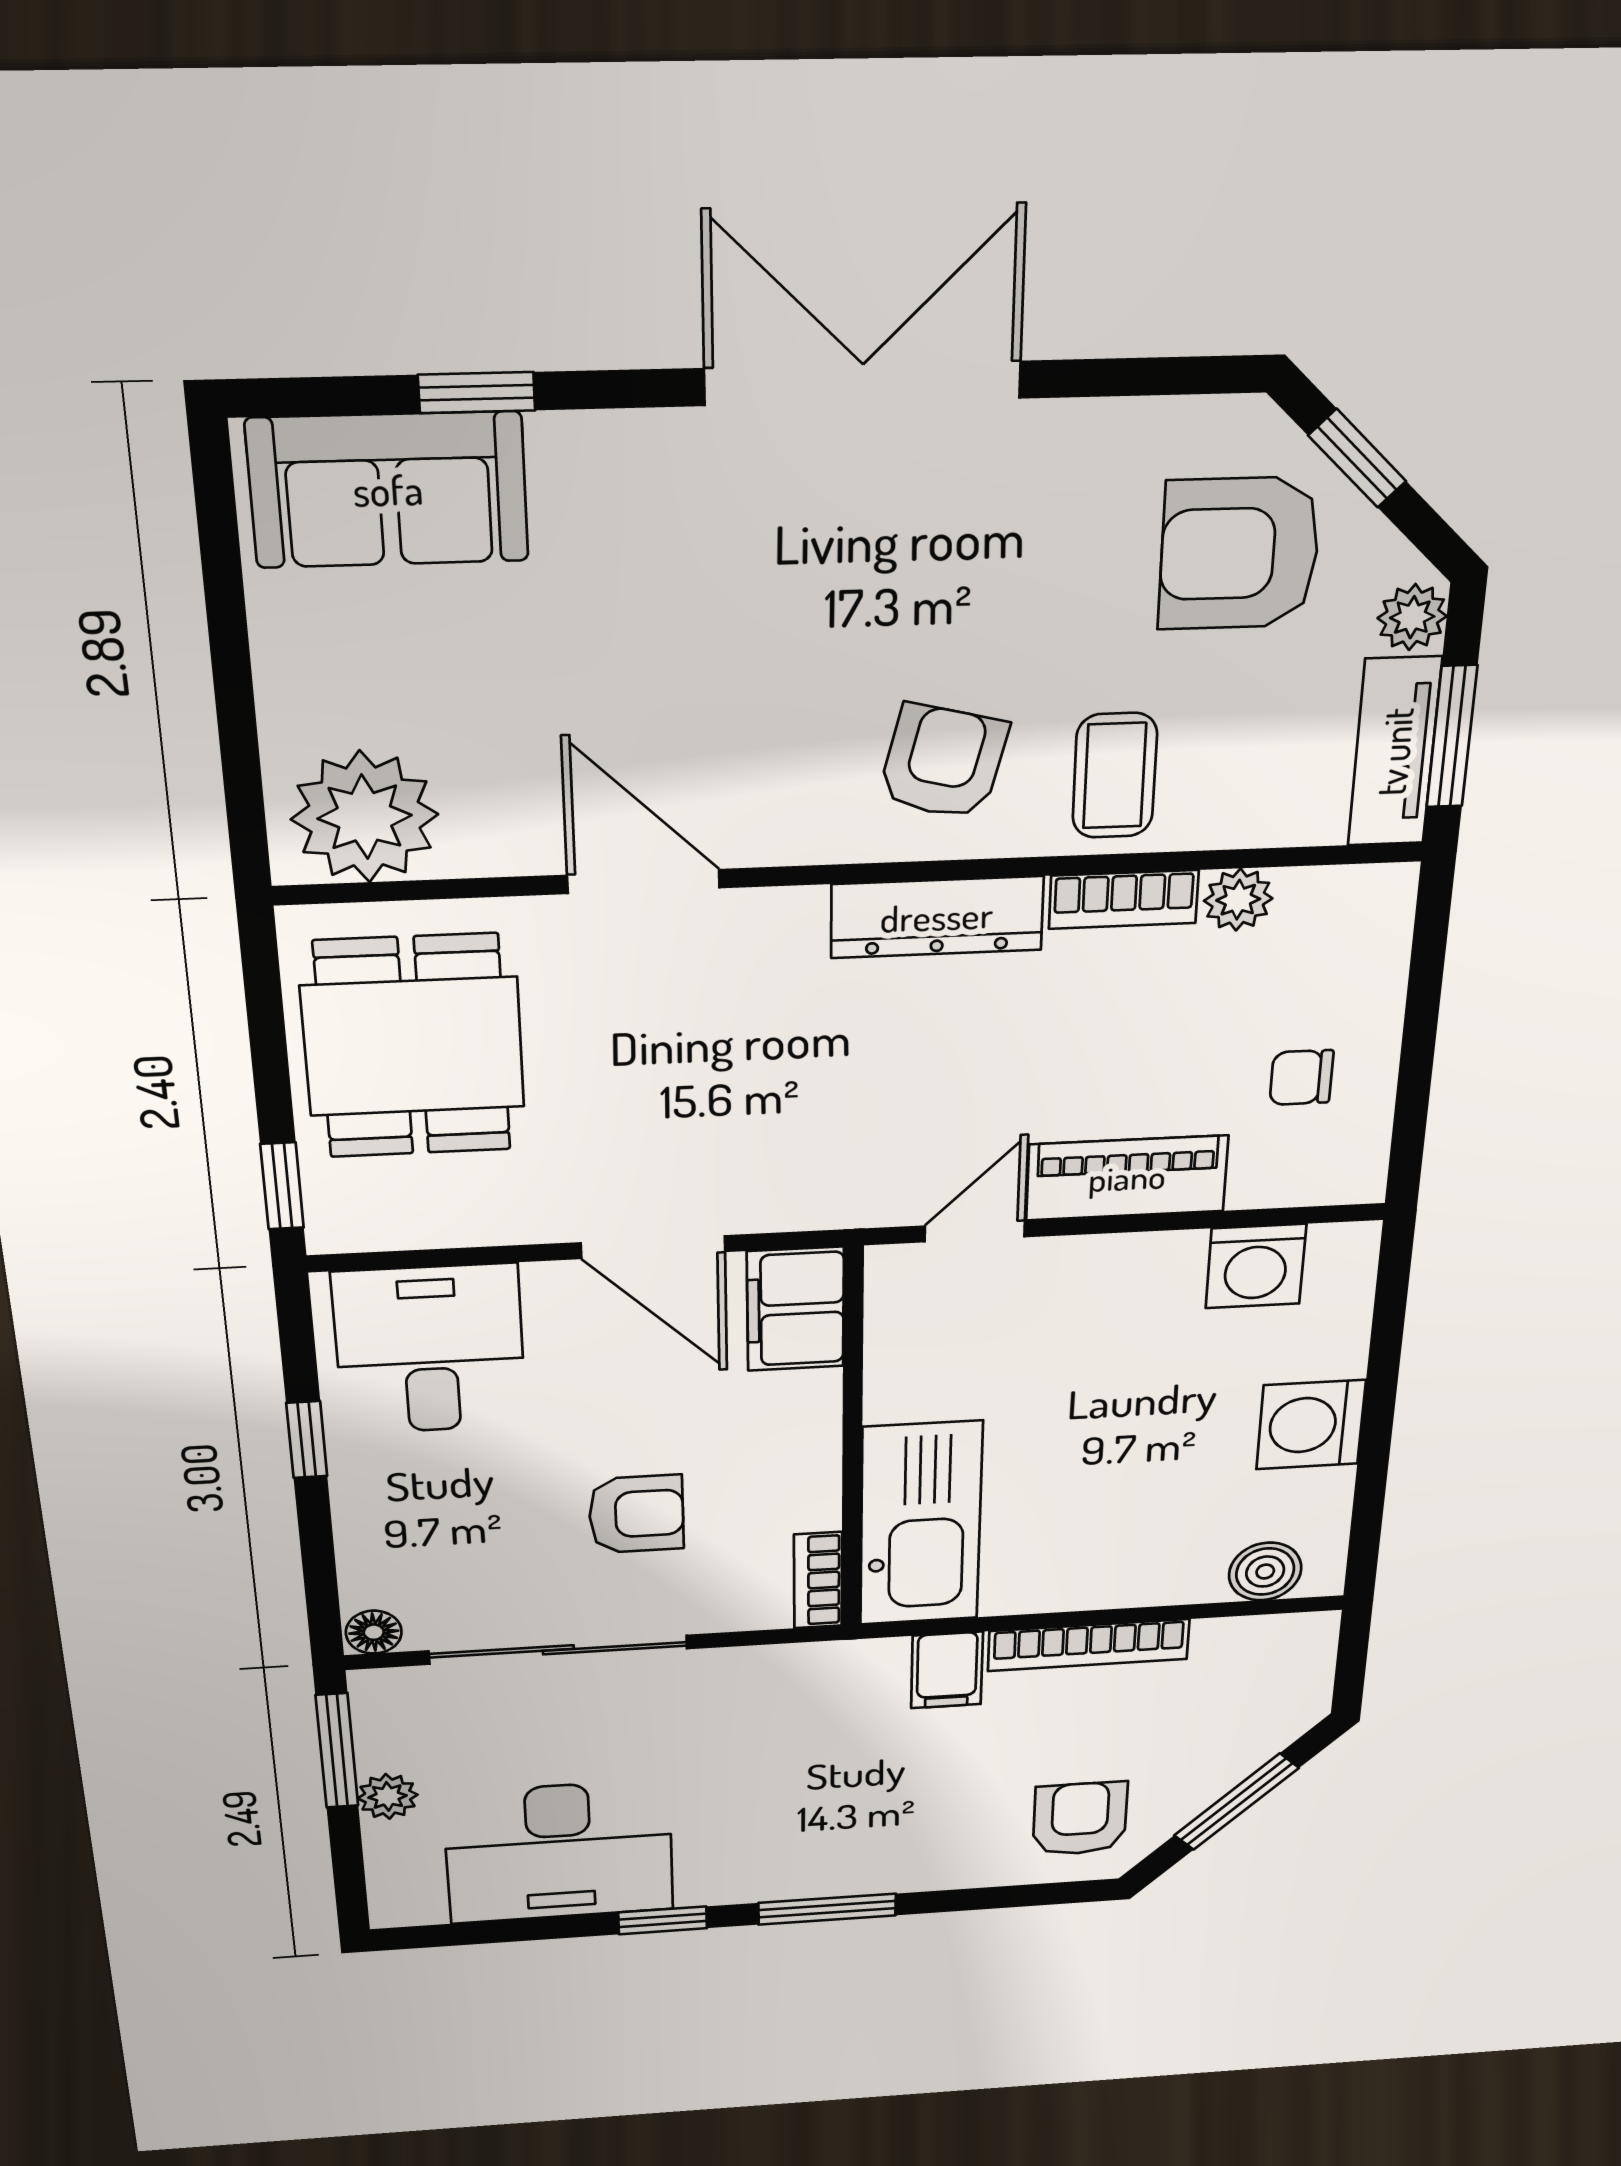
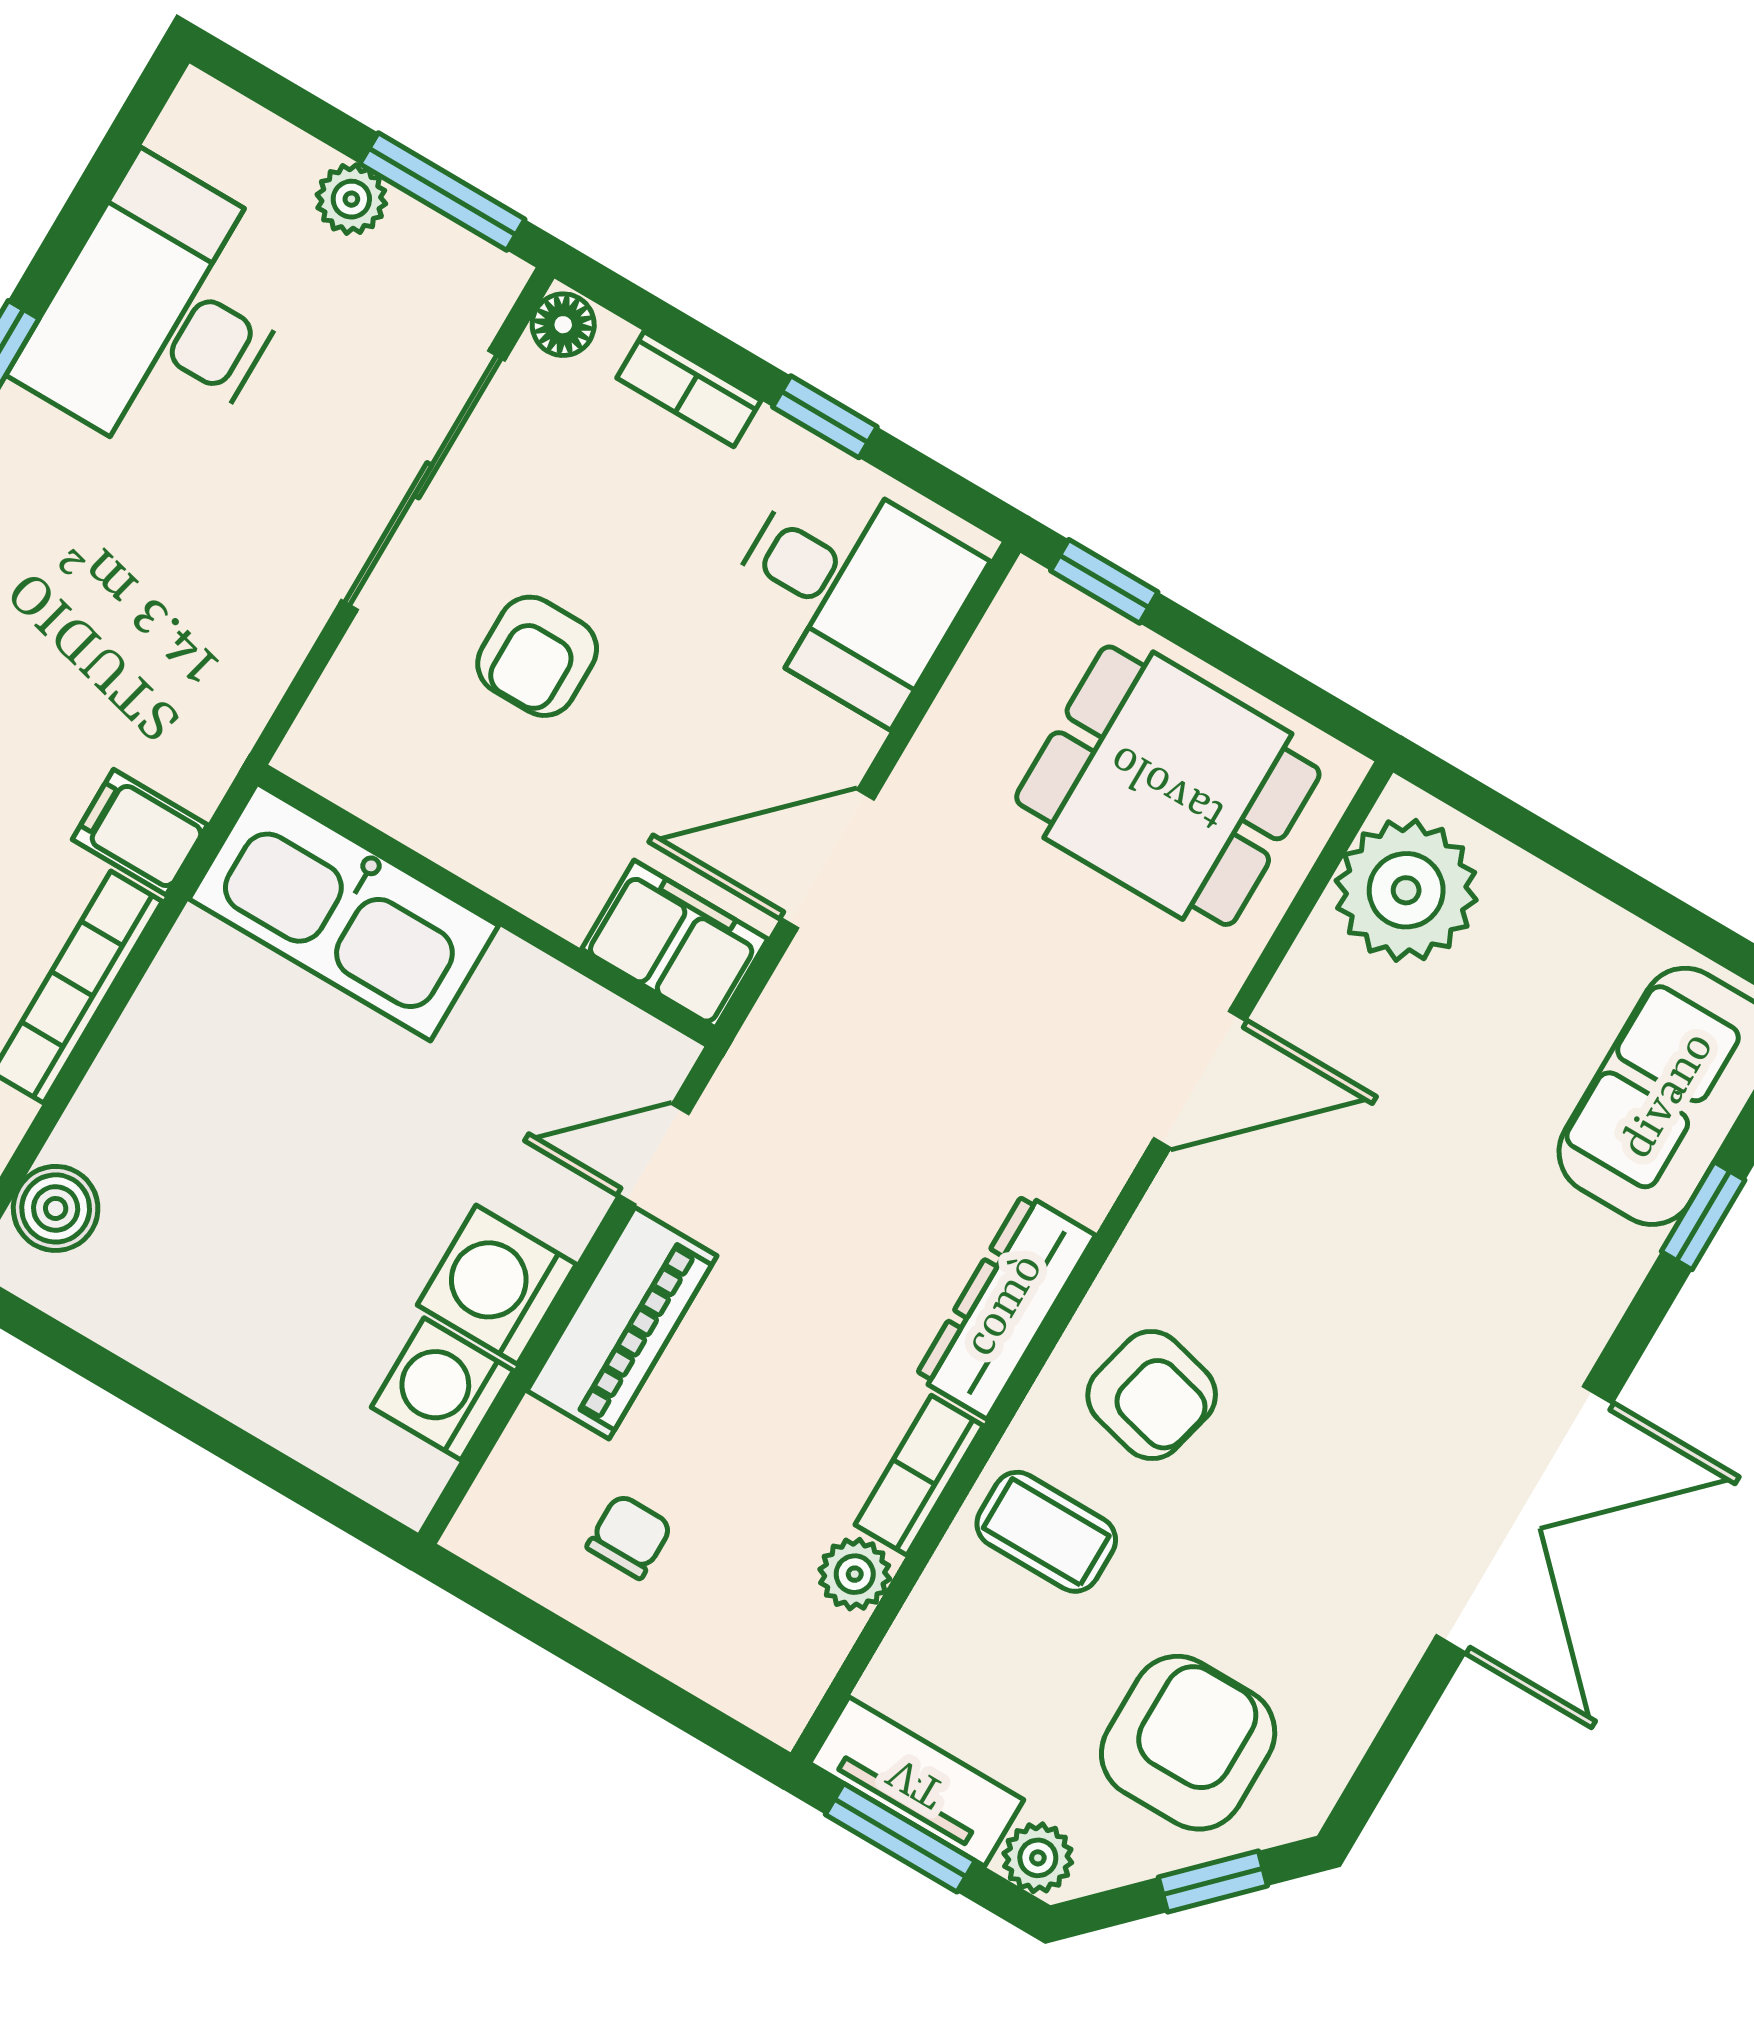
door: (975, 1231) -> (654, 1154), swing flipped
washing machine: (1311, 1425) -> (497, 1285), moved, turned -90
bookcase: (818, 1580) -> (689, 389), moved, turned 180

